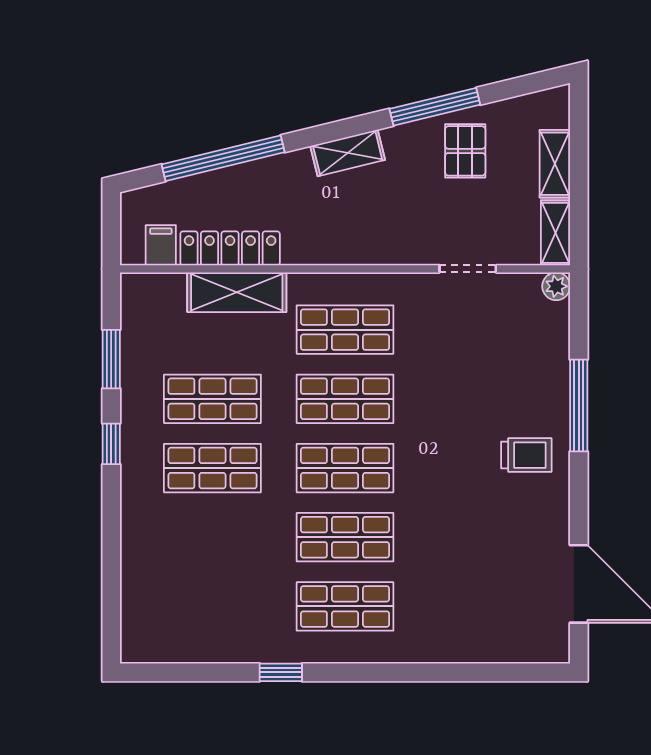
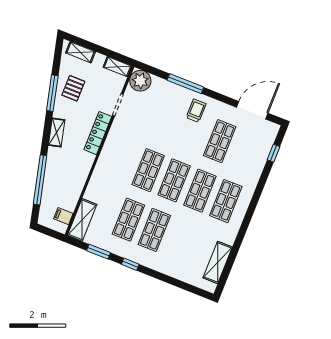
pallet: (465, 151) -> (73, 88), turned 90
shelving: (555, 164) -> (81, 52), moved
locker: (230, 248) -> (98, 133), moved
plant: (556, 286) -> (140, 81), width x1.88, depth x1.88
shelving: (237, 292) -> (82, 220), moved
shop shelf: (345, 330) -> (220, 141), moved
shelving: (196, 644) -> (218, 262), added
window: (281, 672) -> (273, 153), moved

